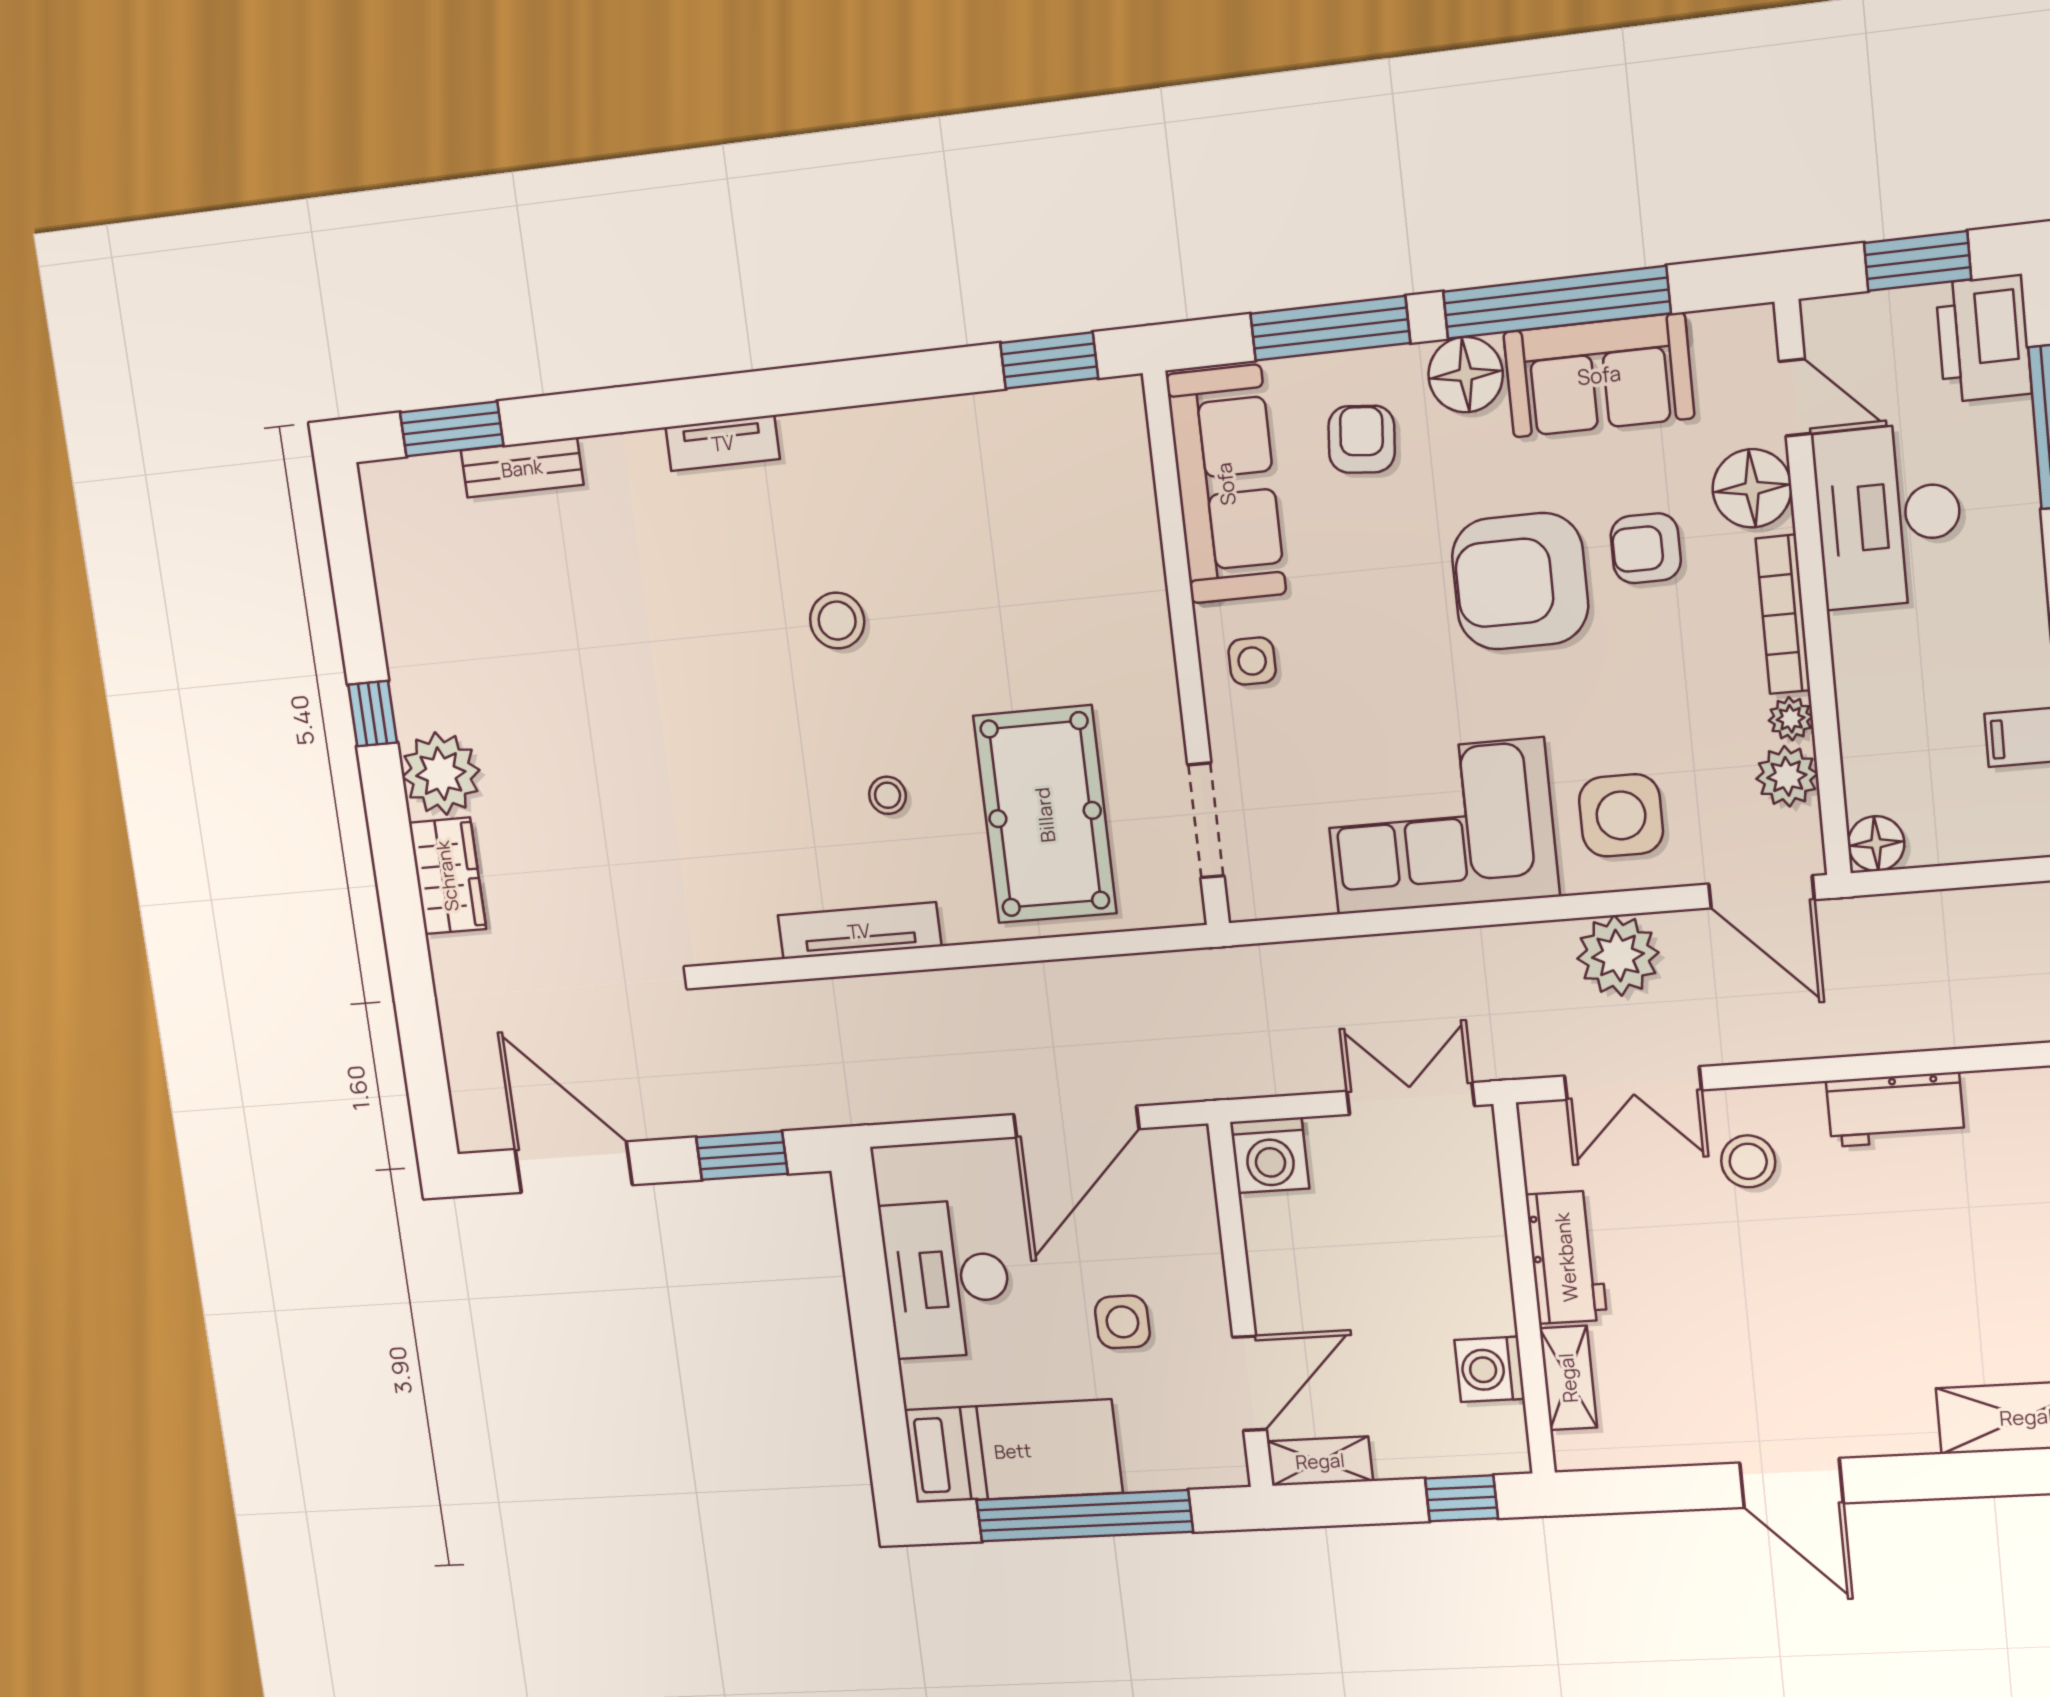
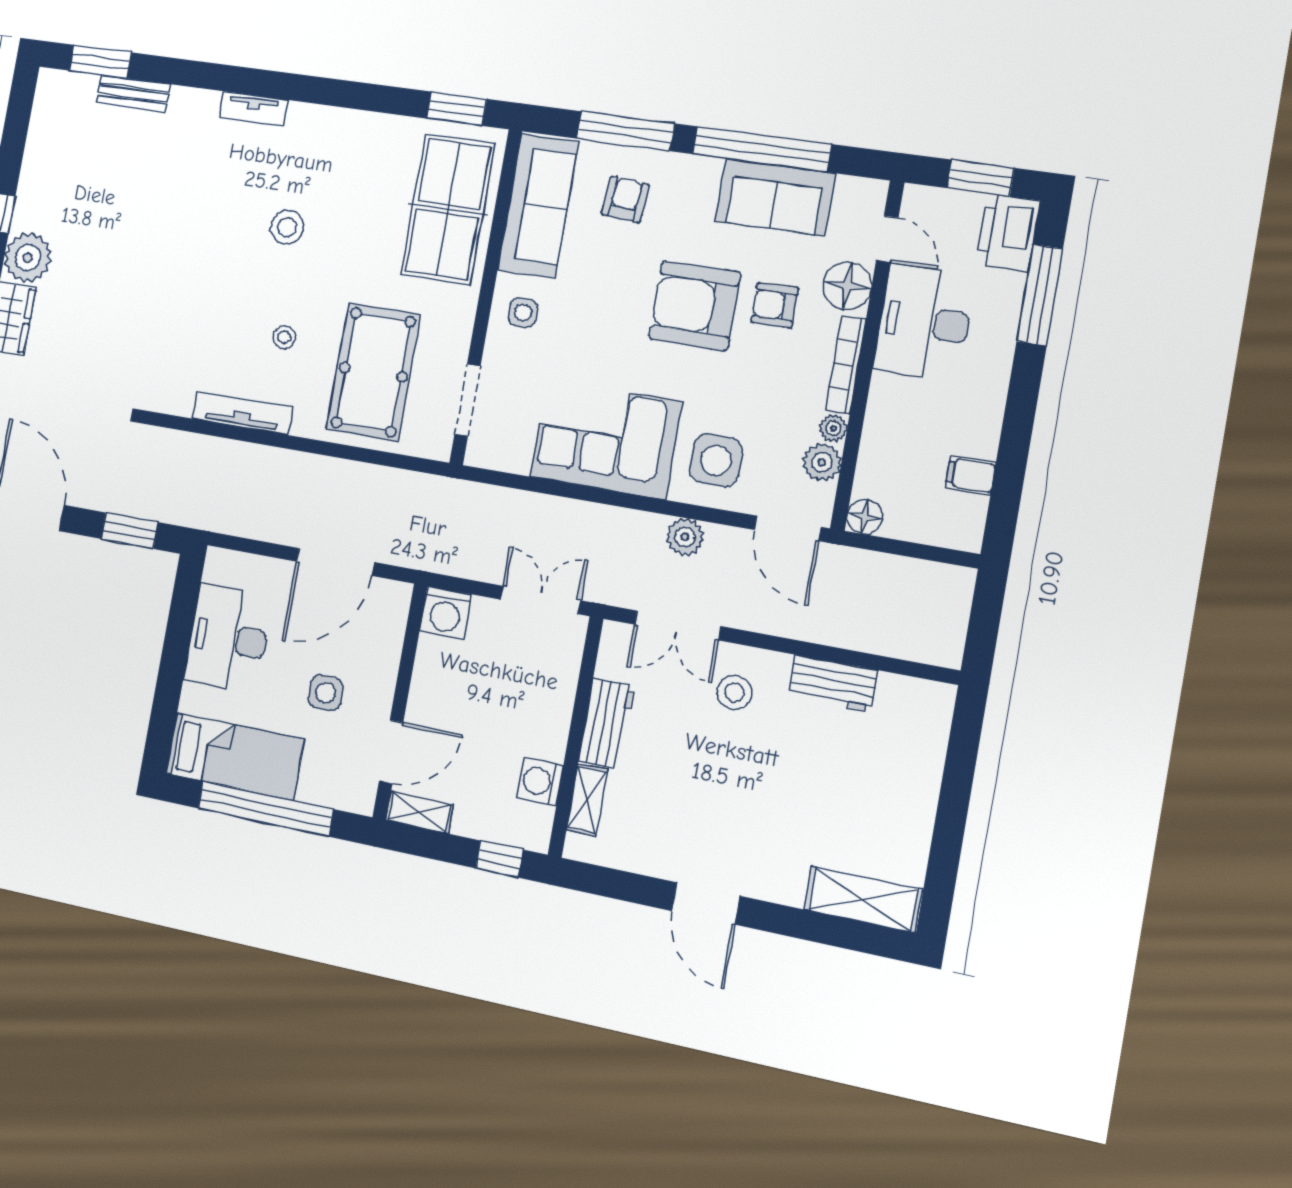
floor lamp: (1466, 375) -> (697, 177), removed
table tennis table: (1084, 526) -> (448, 209), added
plant: (1618, 956) -> (685, 537), width x0.73, depth x0.73

